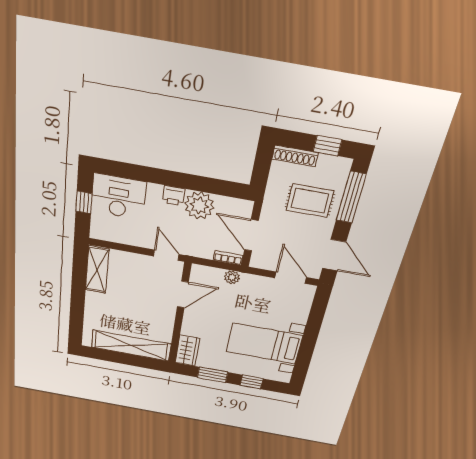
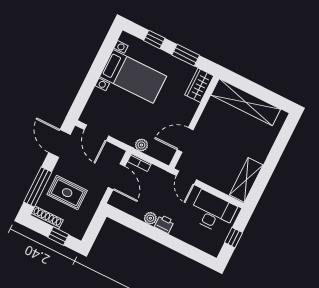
window: (327, 146) -> (58, 236), moved
shoe rack: (295, 156) -> (47, 218), moved
desk: (118, 197) -> (213, 212), moved, turned 180
plant: (199, 205) -> (150, 218), width x0.53, depth x0.53

